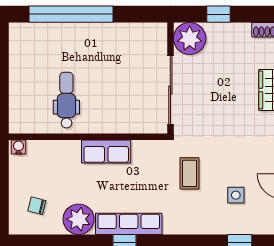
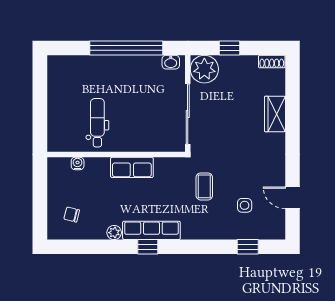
window: (71, 14) -> (126, 48), moved
washbasin: (151, 30) -> (171, 62), added
water cooler: (18, 147) -> (78, 163), moved
plant: (79, 219) -> (114, 233), width x0.53, depth x0.53

